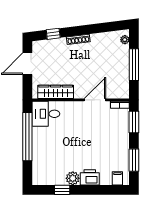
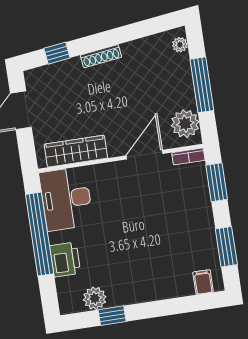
plant: (121, 86) -> (185, 124), added
desk: (46, 114) -> (66, 199), width x1.37
printer: (90, 177) -> (65, 260), moved, turned 90
plant: (73, 178) -> (95, 298), moved

